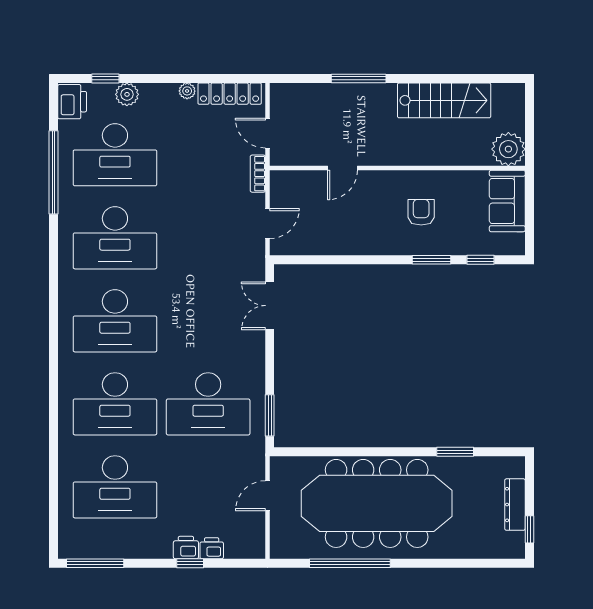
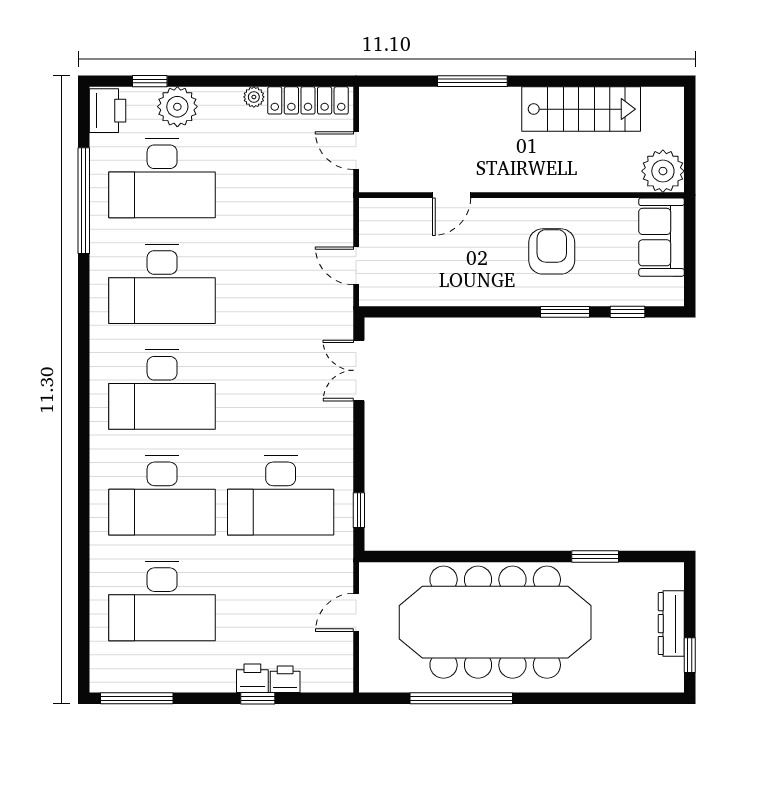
plant: (127, 94) -> (177, 107), width x1.36, depth x1.36
bookcase: (258, 174) -> (344, 202), removed
armchair: (421, 212) -> (552, 251), width x1.38, depth x1.38
door: (267, 224) -> (356, 266), swing flipped
window: (270, 415) -> (359, 510), width x0.67

